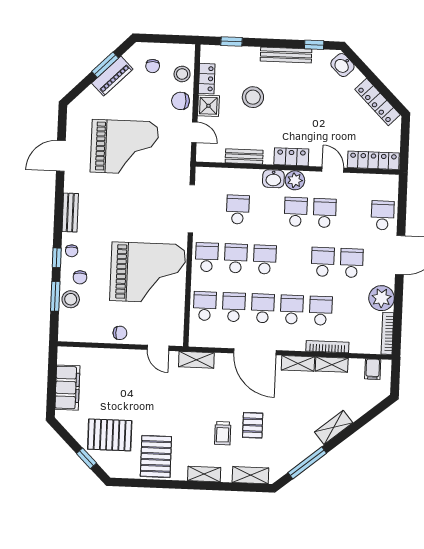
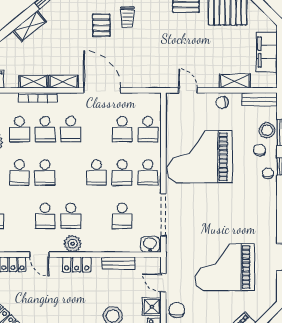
chair: (180, 101) -> (177, 310), turned -90
washbasin: (273, 179) -> (150, 244), moved
bench: (70, 213) -> (259, 99), moved, turned 90
school desk: (263, 308) -> (19, 129), moved
shelving: (196, 360) -> (235, 81), moved
trolley: (223, 433) -> (128, 17), turned 180

